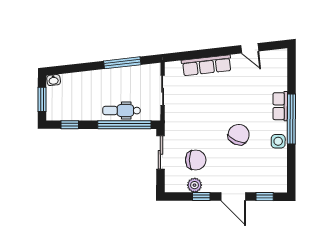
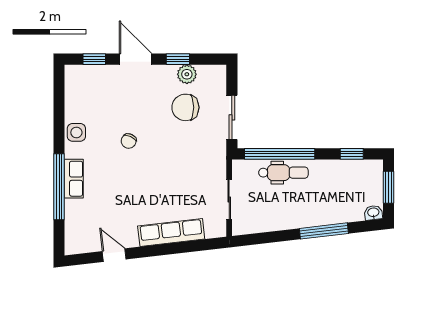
window: (122, 63) -> (324, 231), moved
window: (291, 119) -> (59, 187), moved
chair: (239, 135) -> (129, 141), width x0.54, depth x0.54

